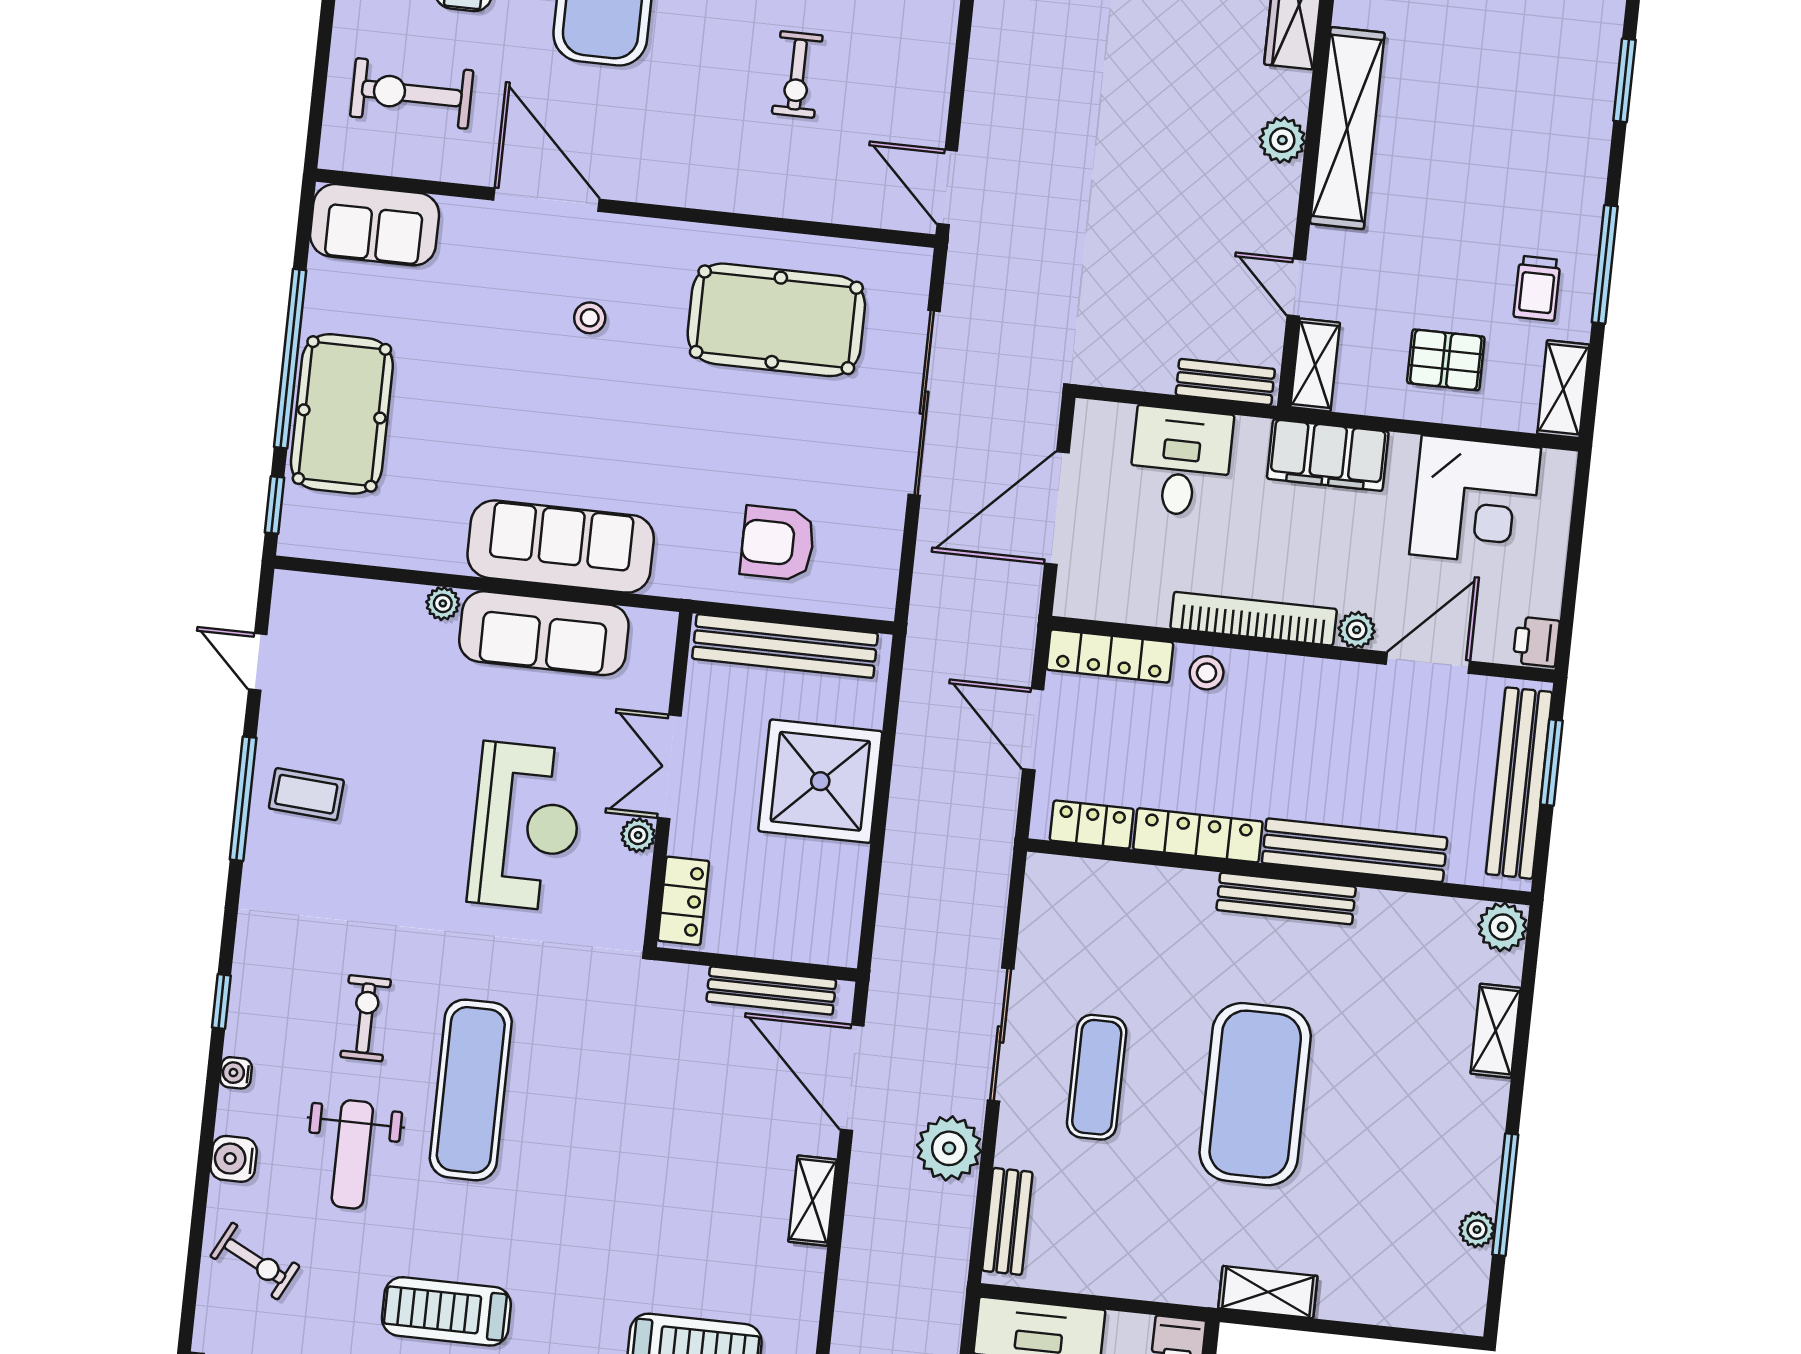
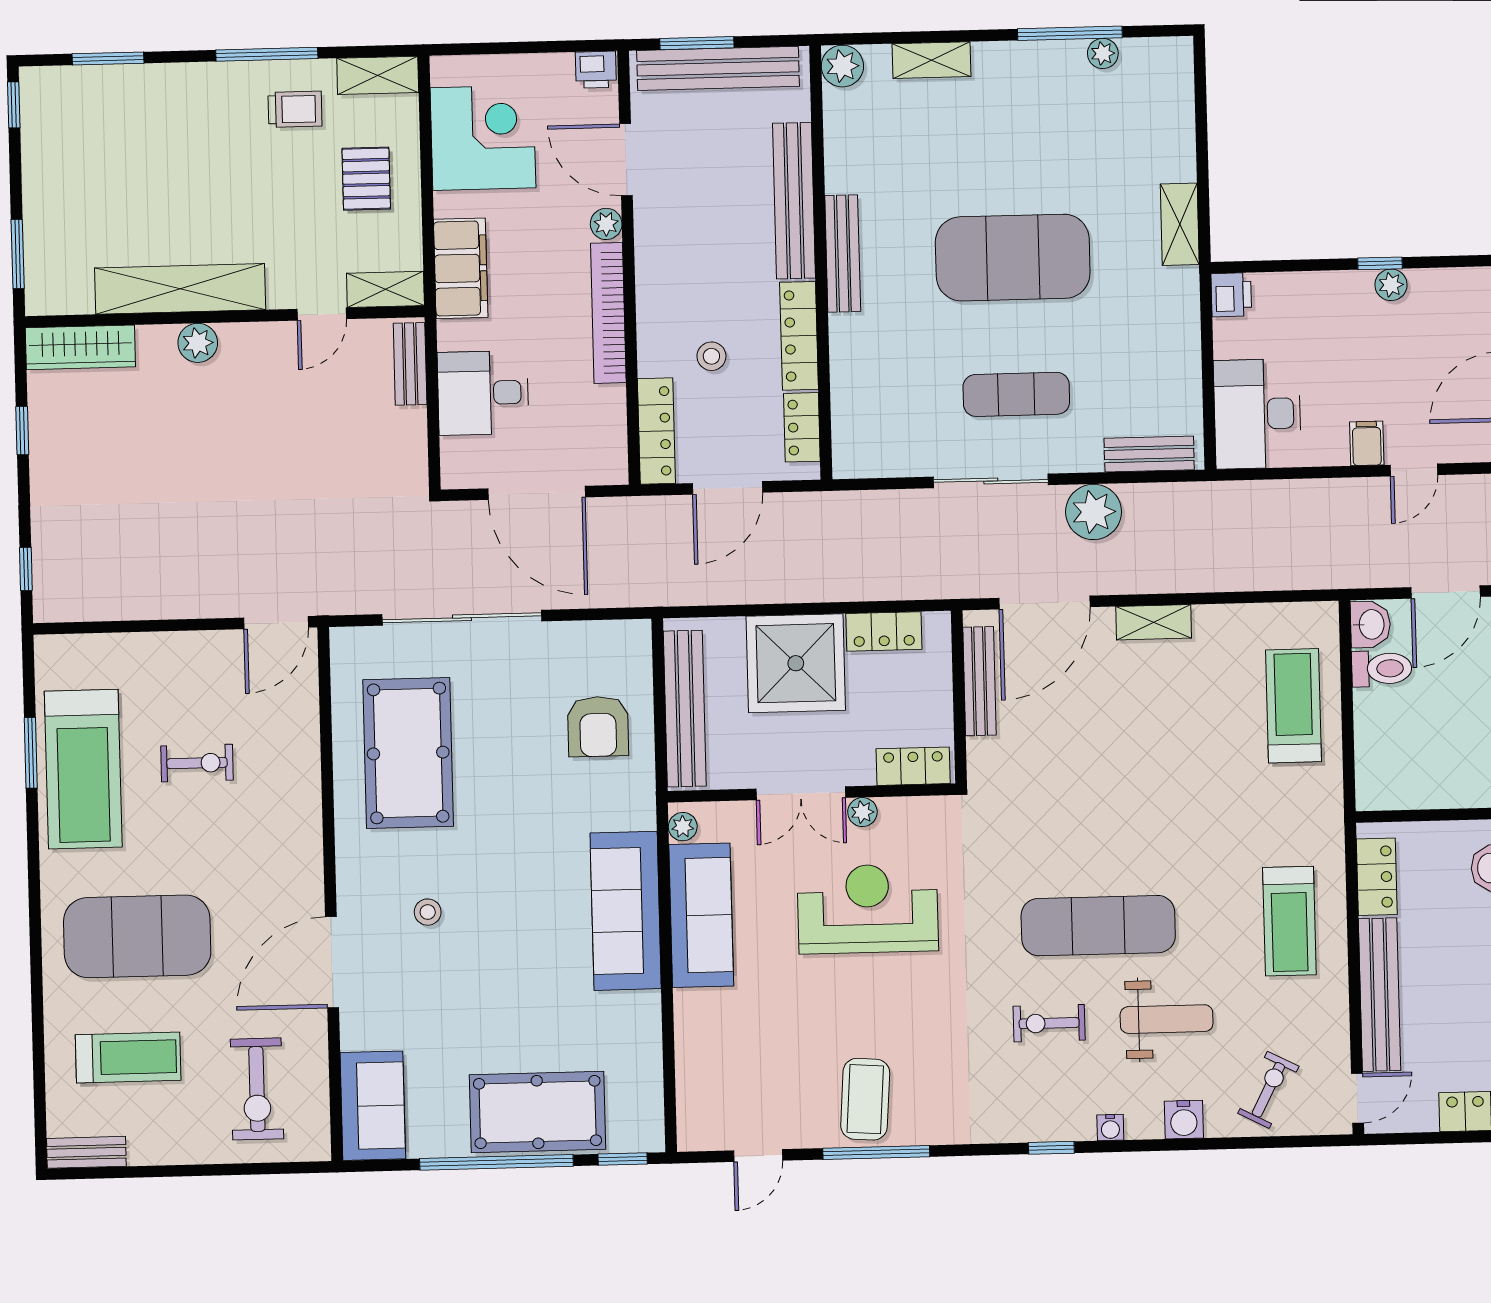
plant: (443, 603) -> (683, 827), moved
stool: (1207, 673) -> (711, 356), moved
coffee table: (306, 794) -> (865, 1099), width x1.36, depth x1.30
locker: (843, 888) -> (884, 631), added

